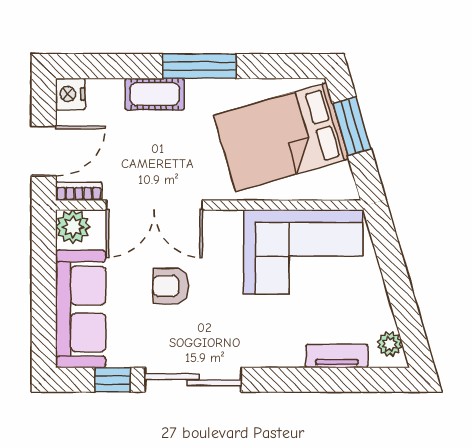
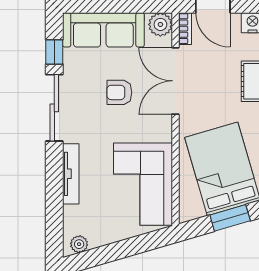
armchair: (171, 286) -> (119, 92), turned -90
tv unit: (337, 356) -> (71, 174), moved, width x1.41

